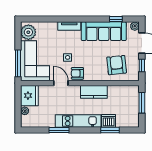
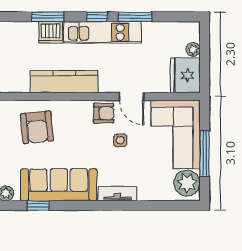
window: (18, 63) -> (205, 153), moved
kitchen counter: (94, 92) -> (64, 82), width x1.50
window: (81, 130) -> (97, 17), added

